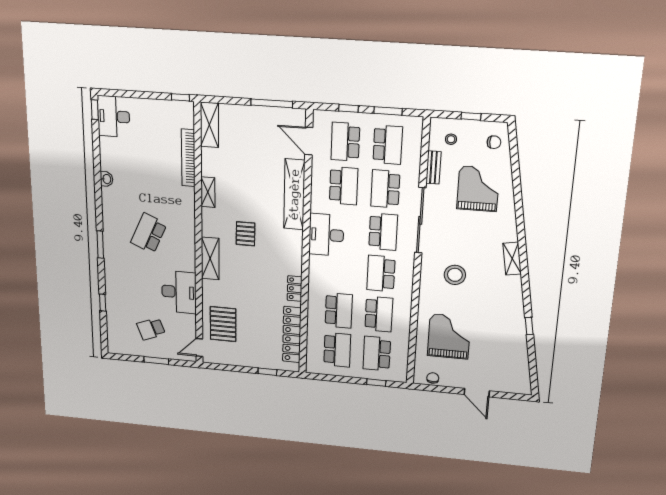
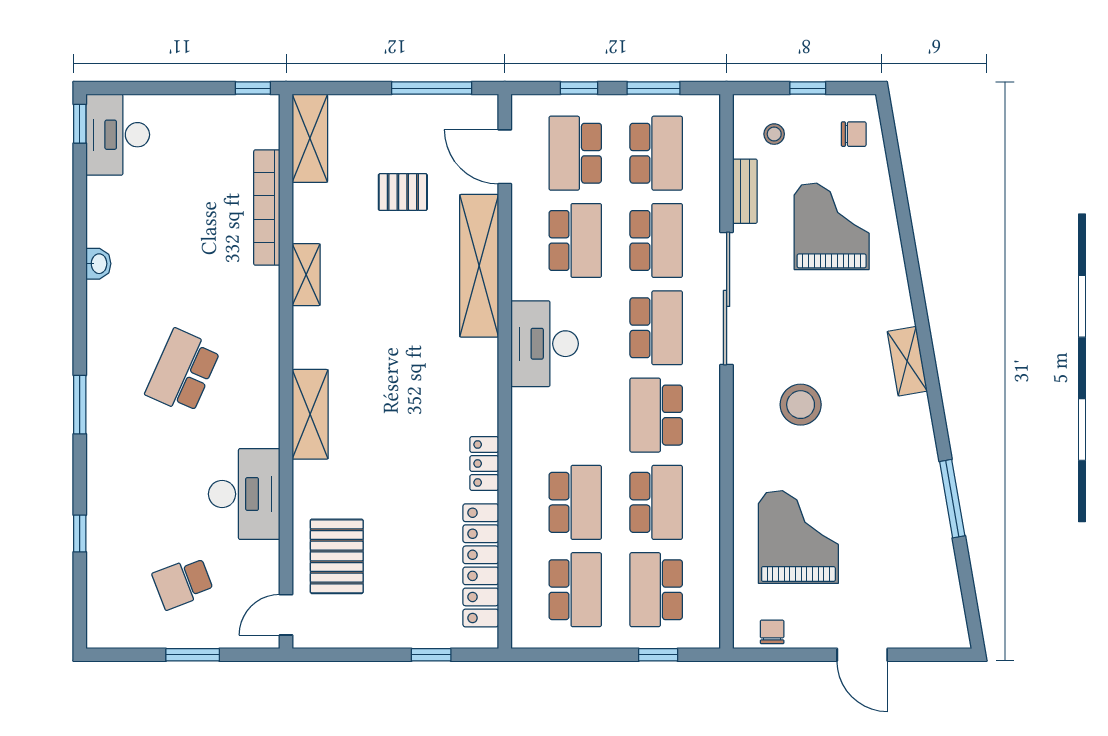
school desk: (385, 189) -> (656, 240), turned 180
pallet: (246, 234) -> (403, 192), moved, turned 90
window: (529, 326) -> (952, 499), width x2.17

